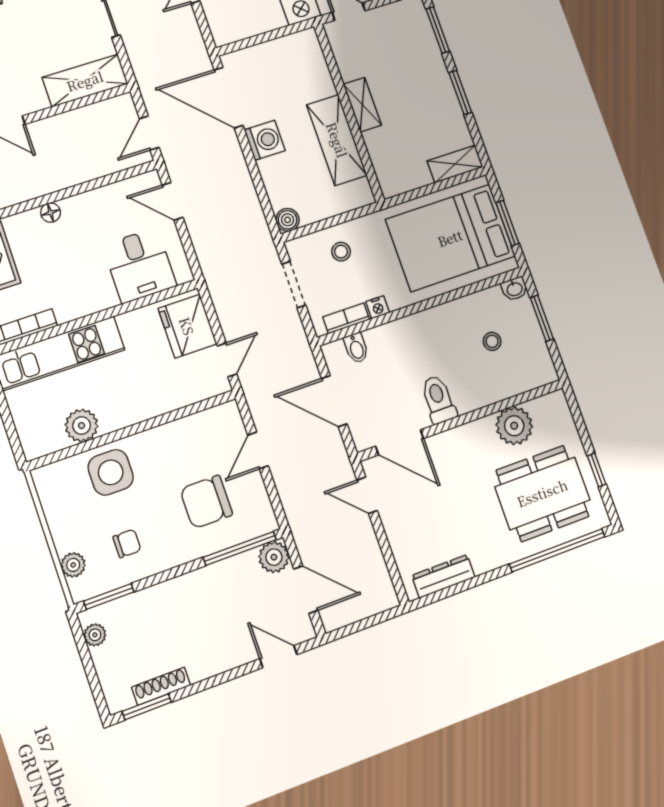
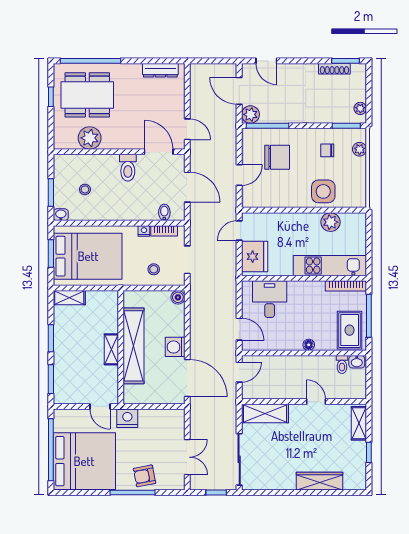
shelving: (337, 140) -> (134, 346), width x1.47

